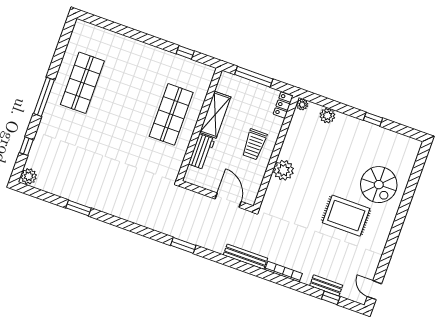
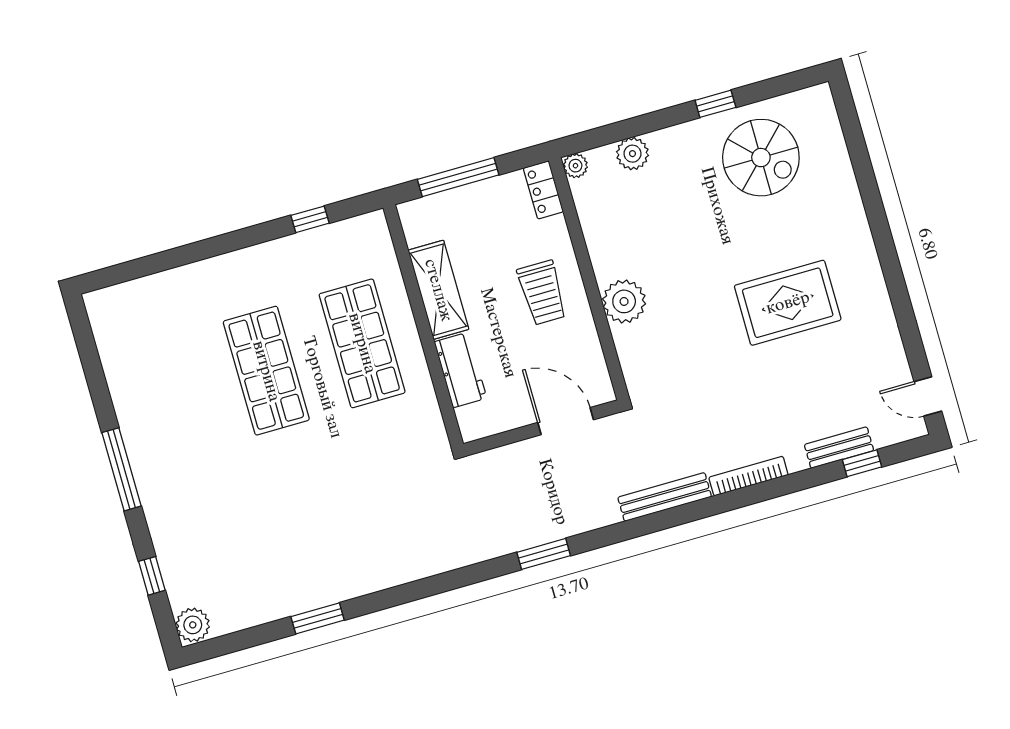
shop shelf: (82, 83) -> (266, 371), moved
spiral stairs: (379, 185) -> (761, 158), moved

